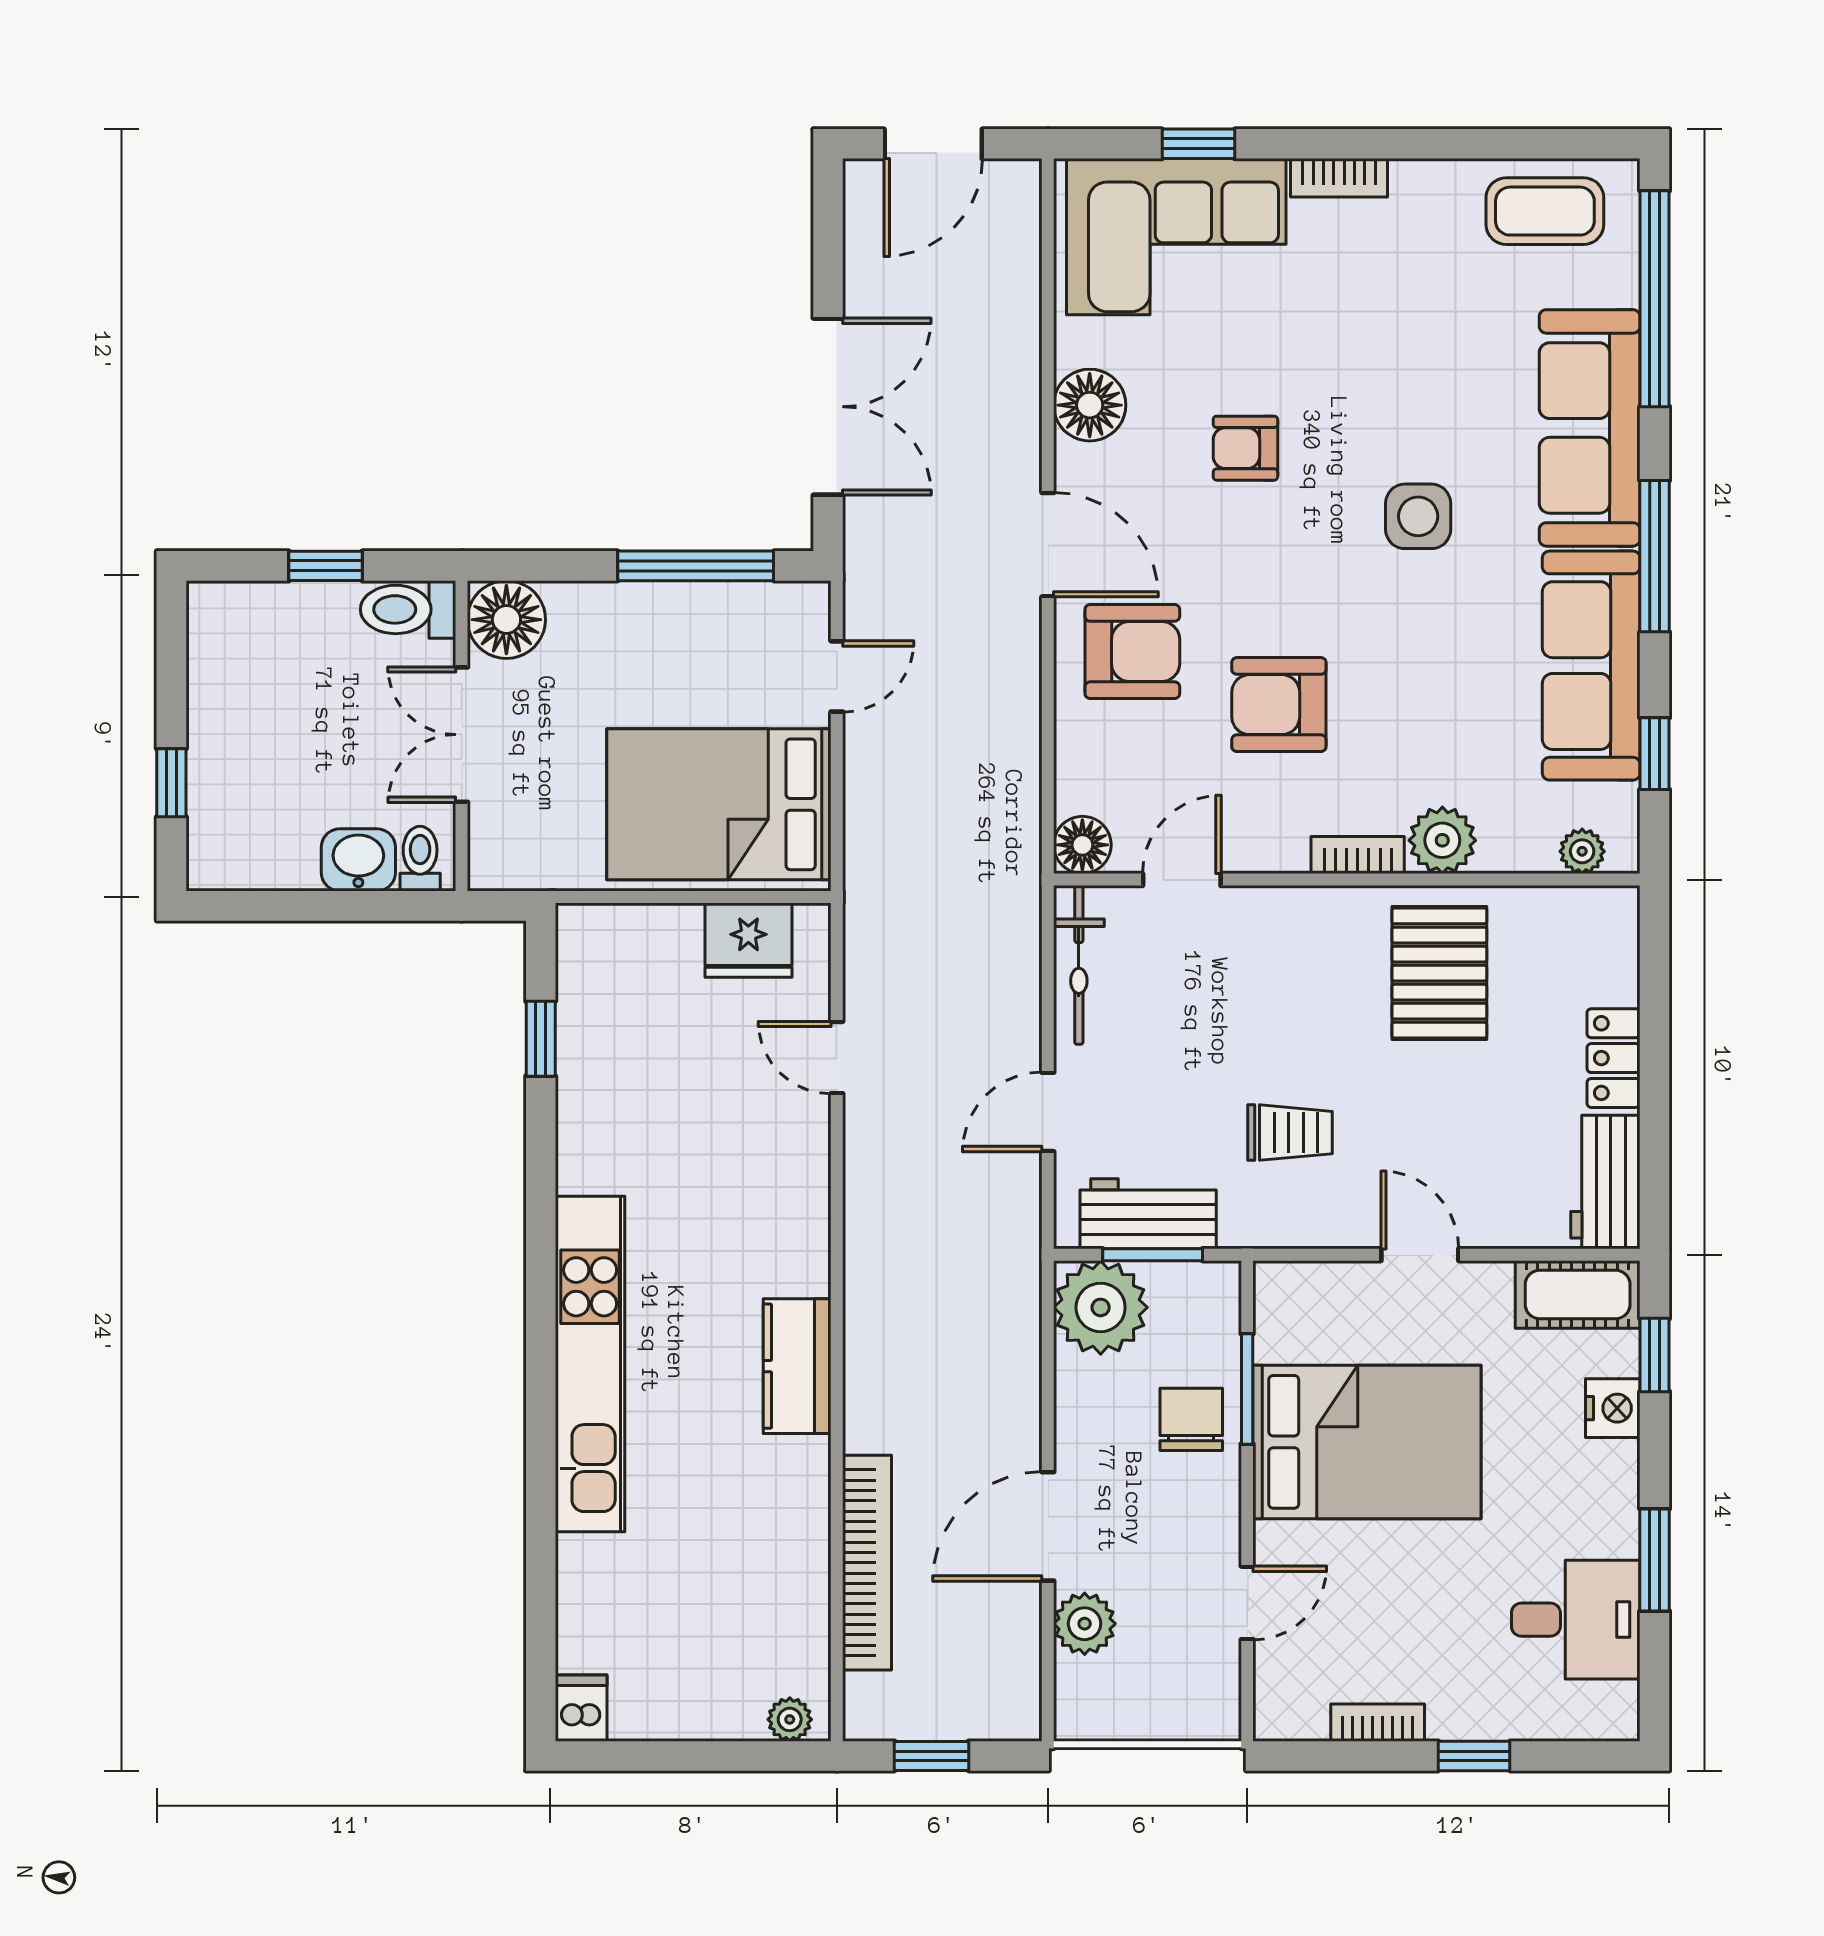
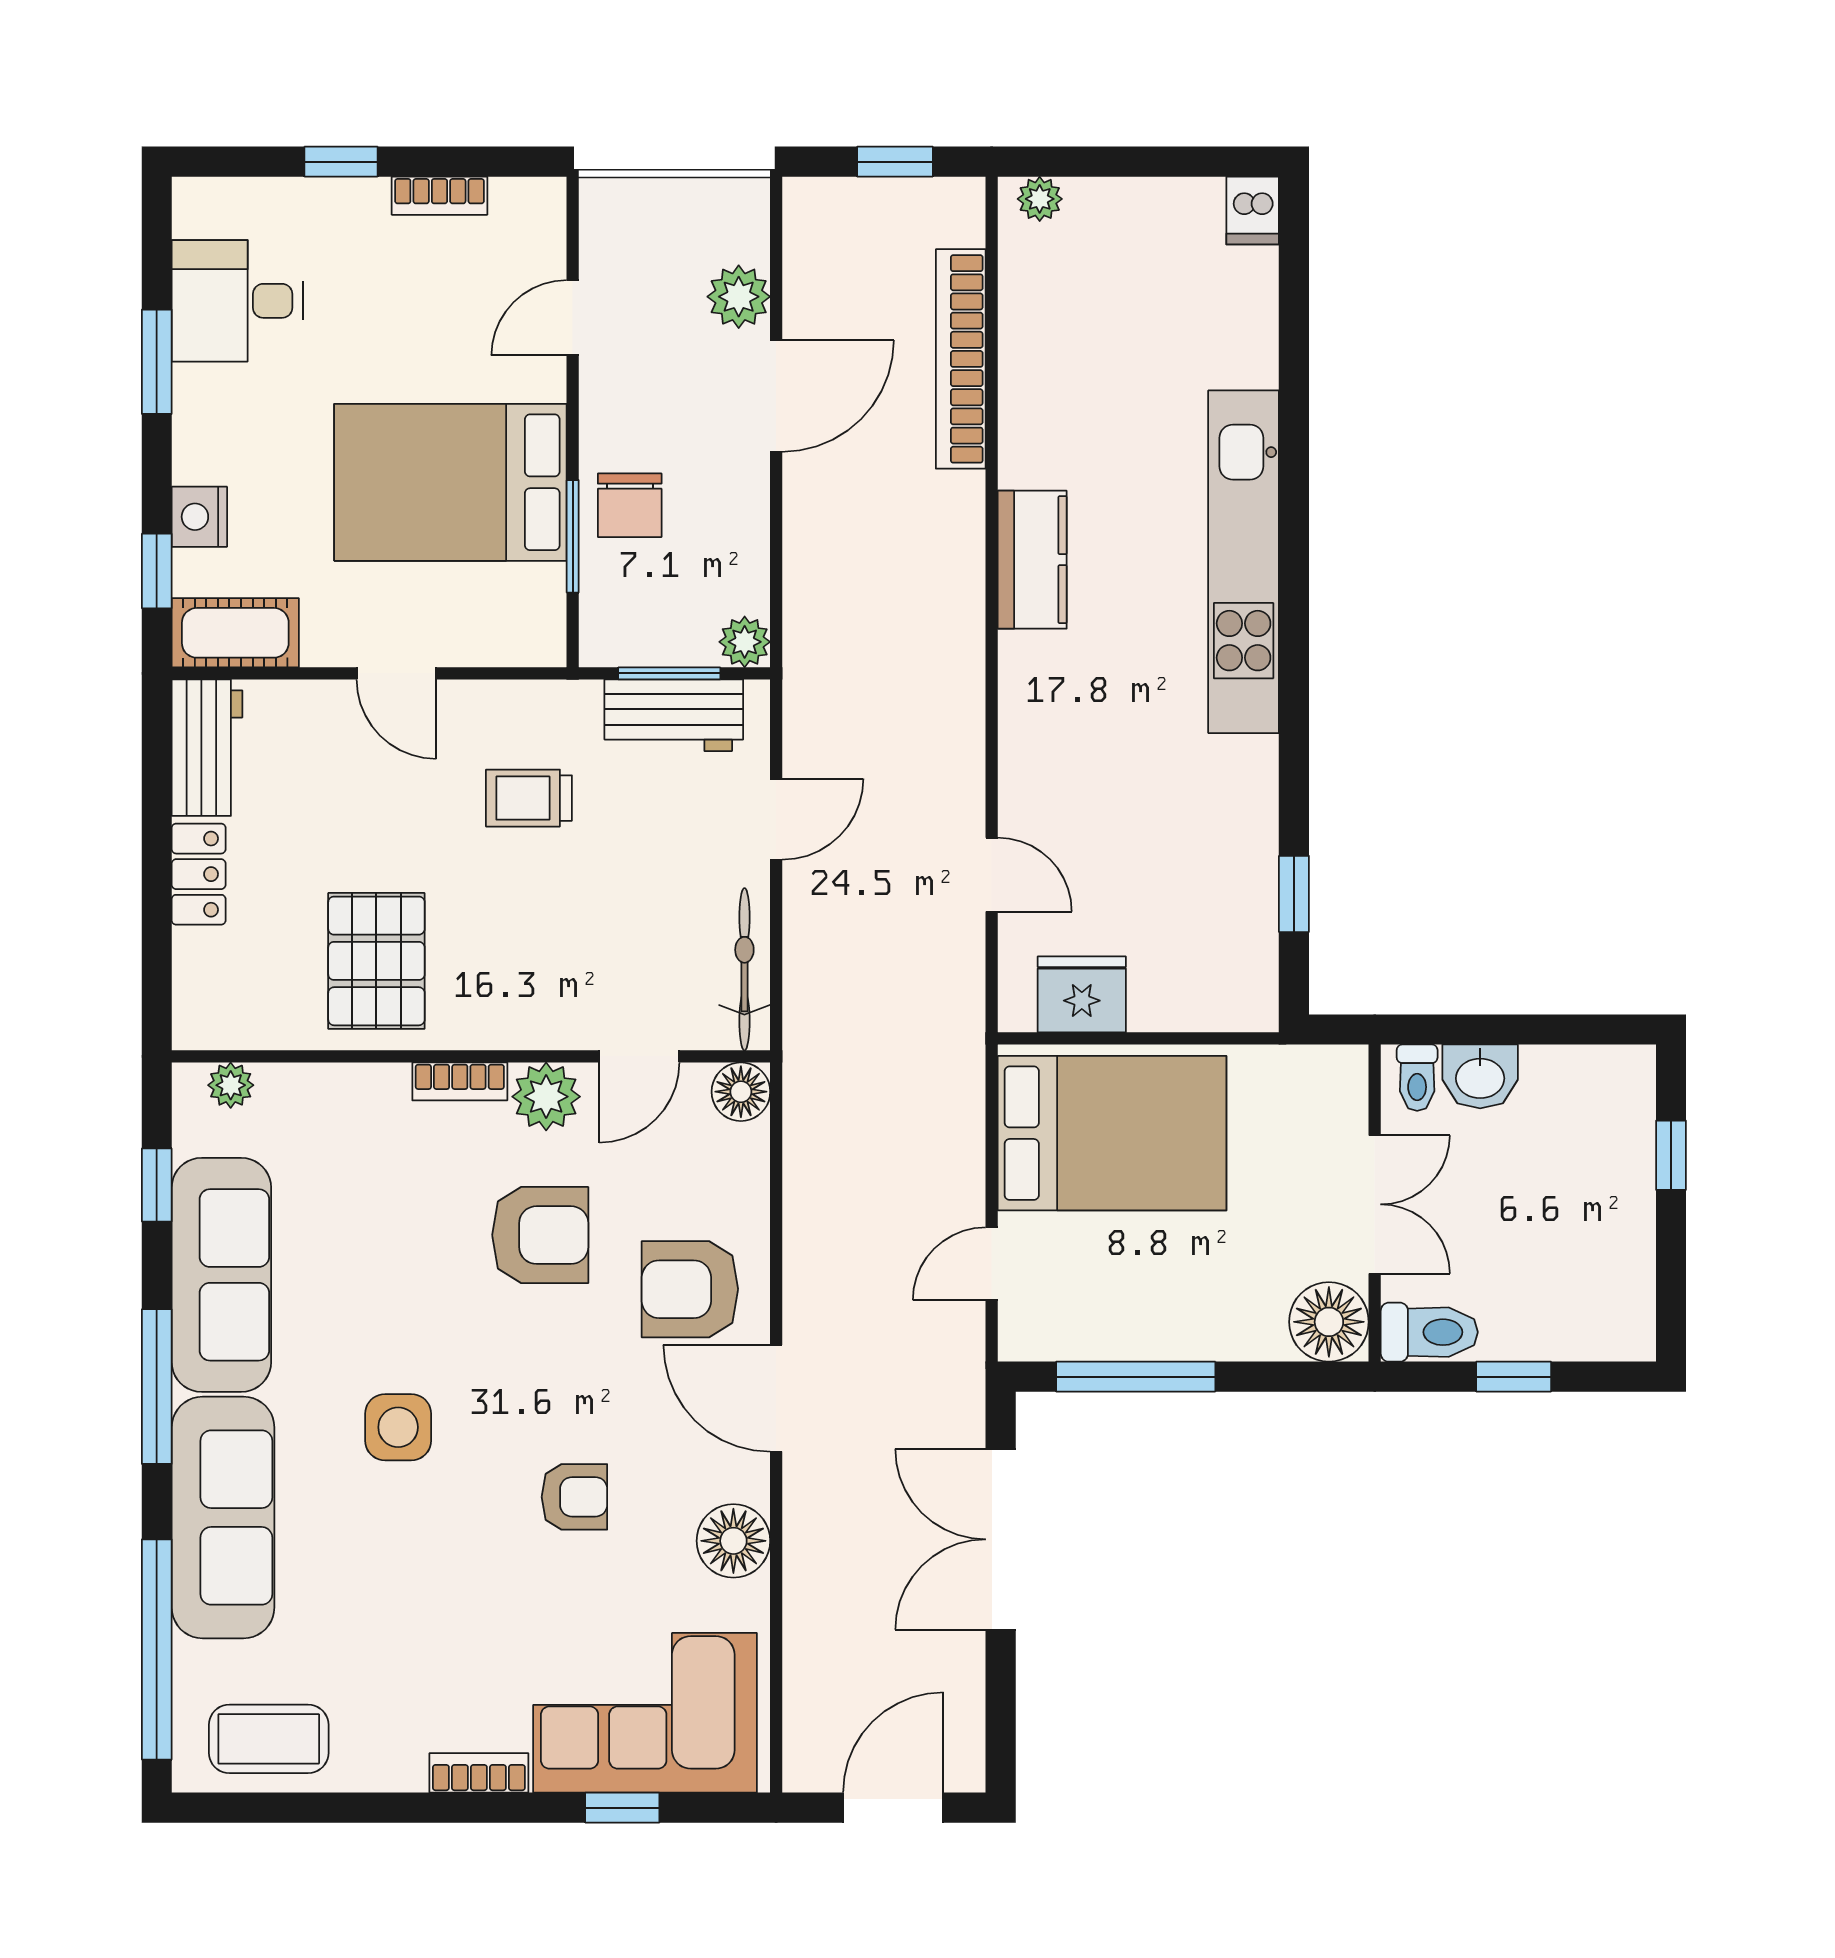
plant: (1442, 840) -> (546, 1097), moved
plant: (1101, 1307) -> (745, 642), width x0.53, depth x0.53

